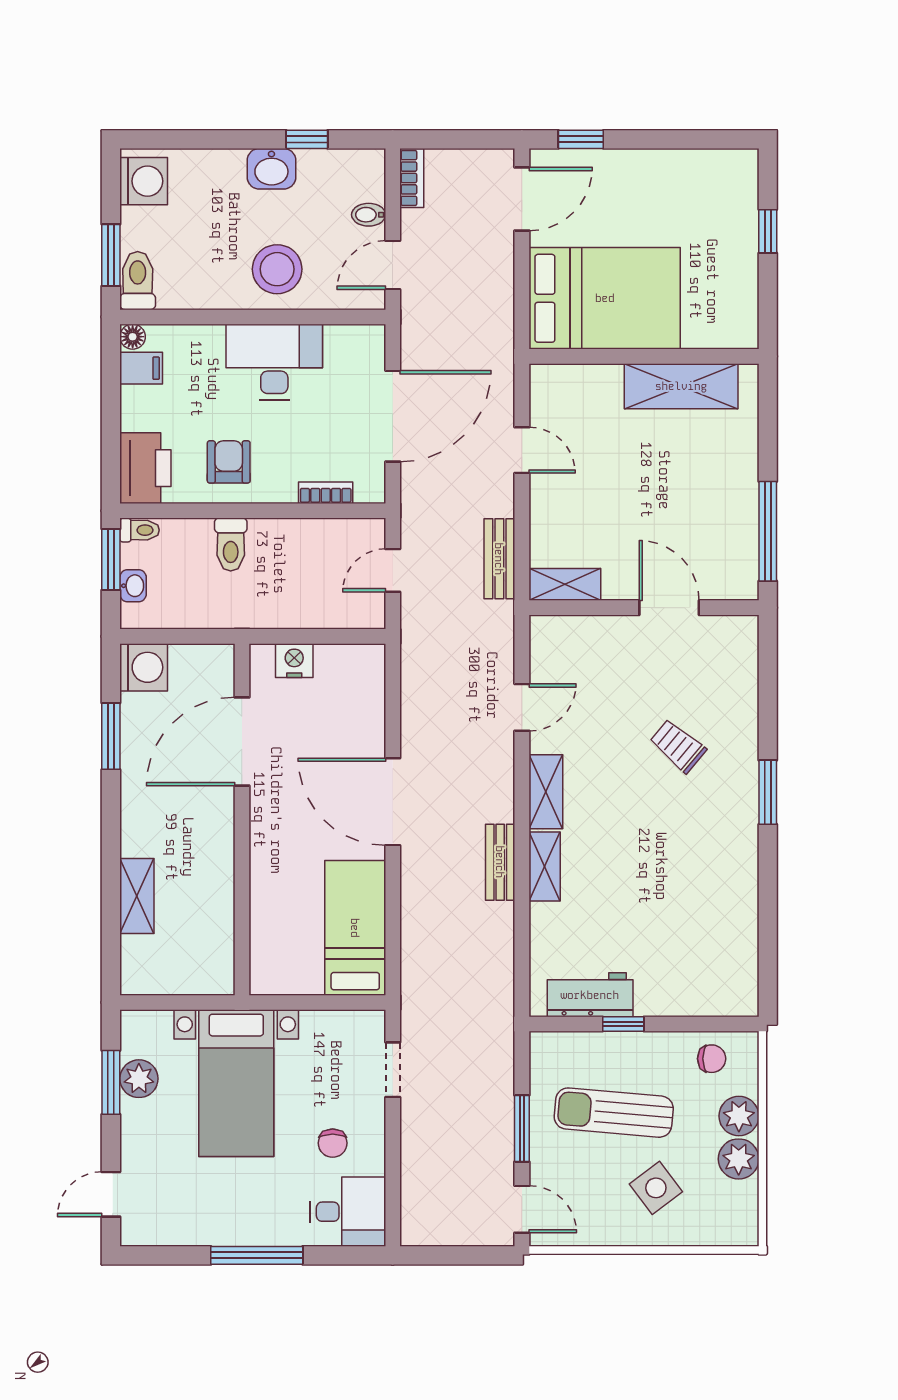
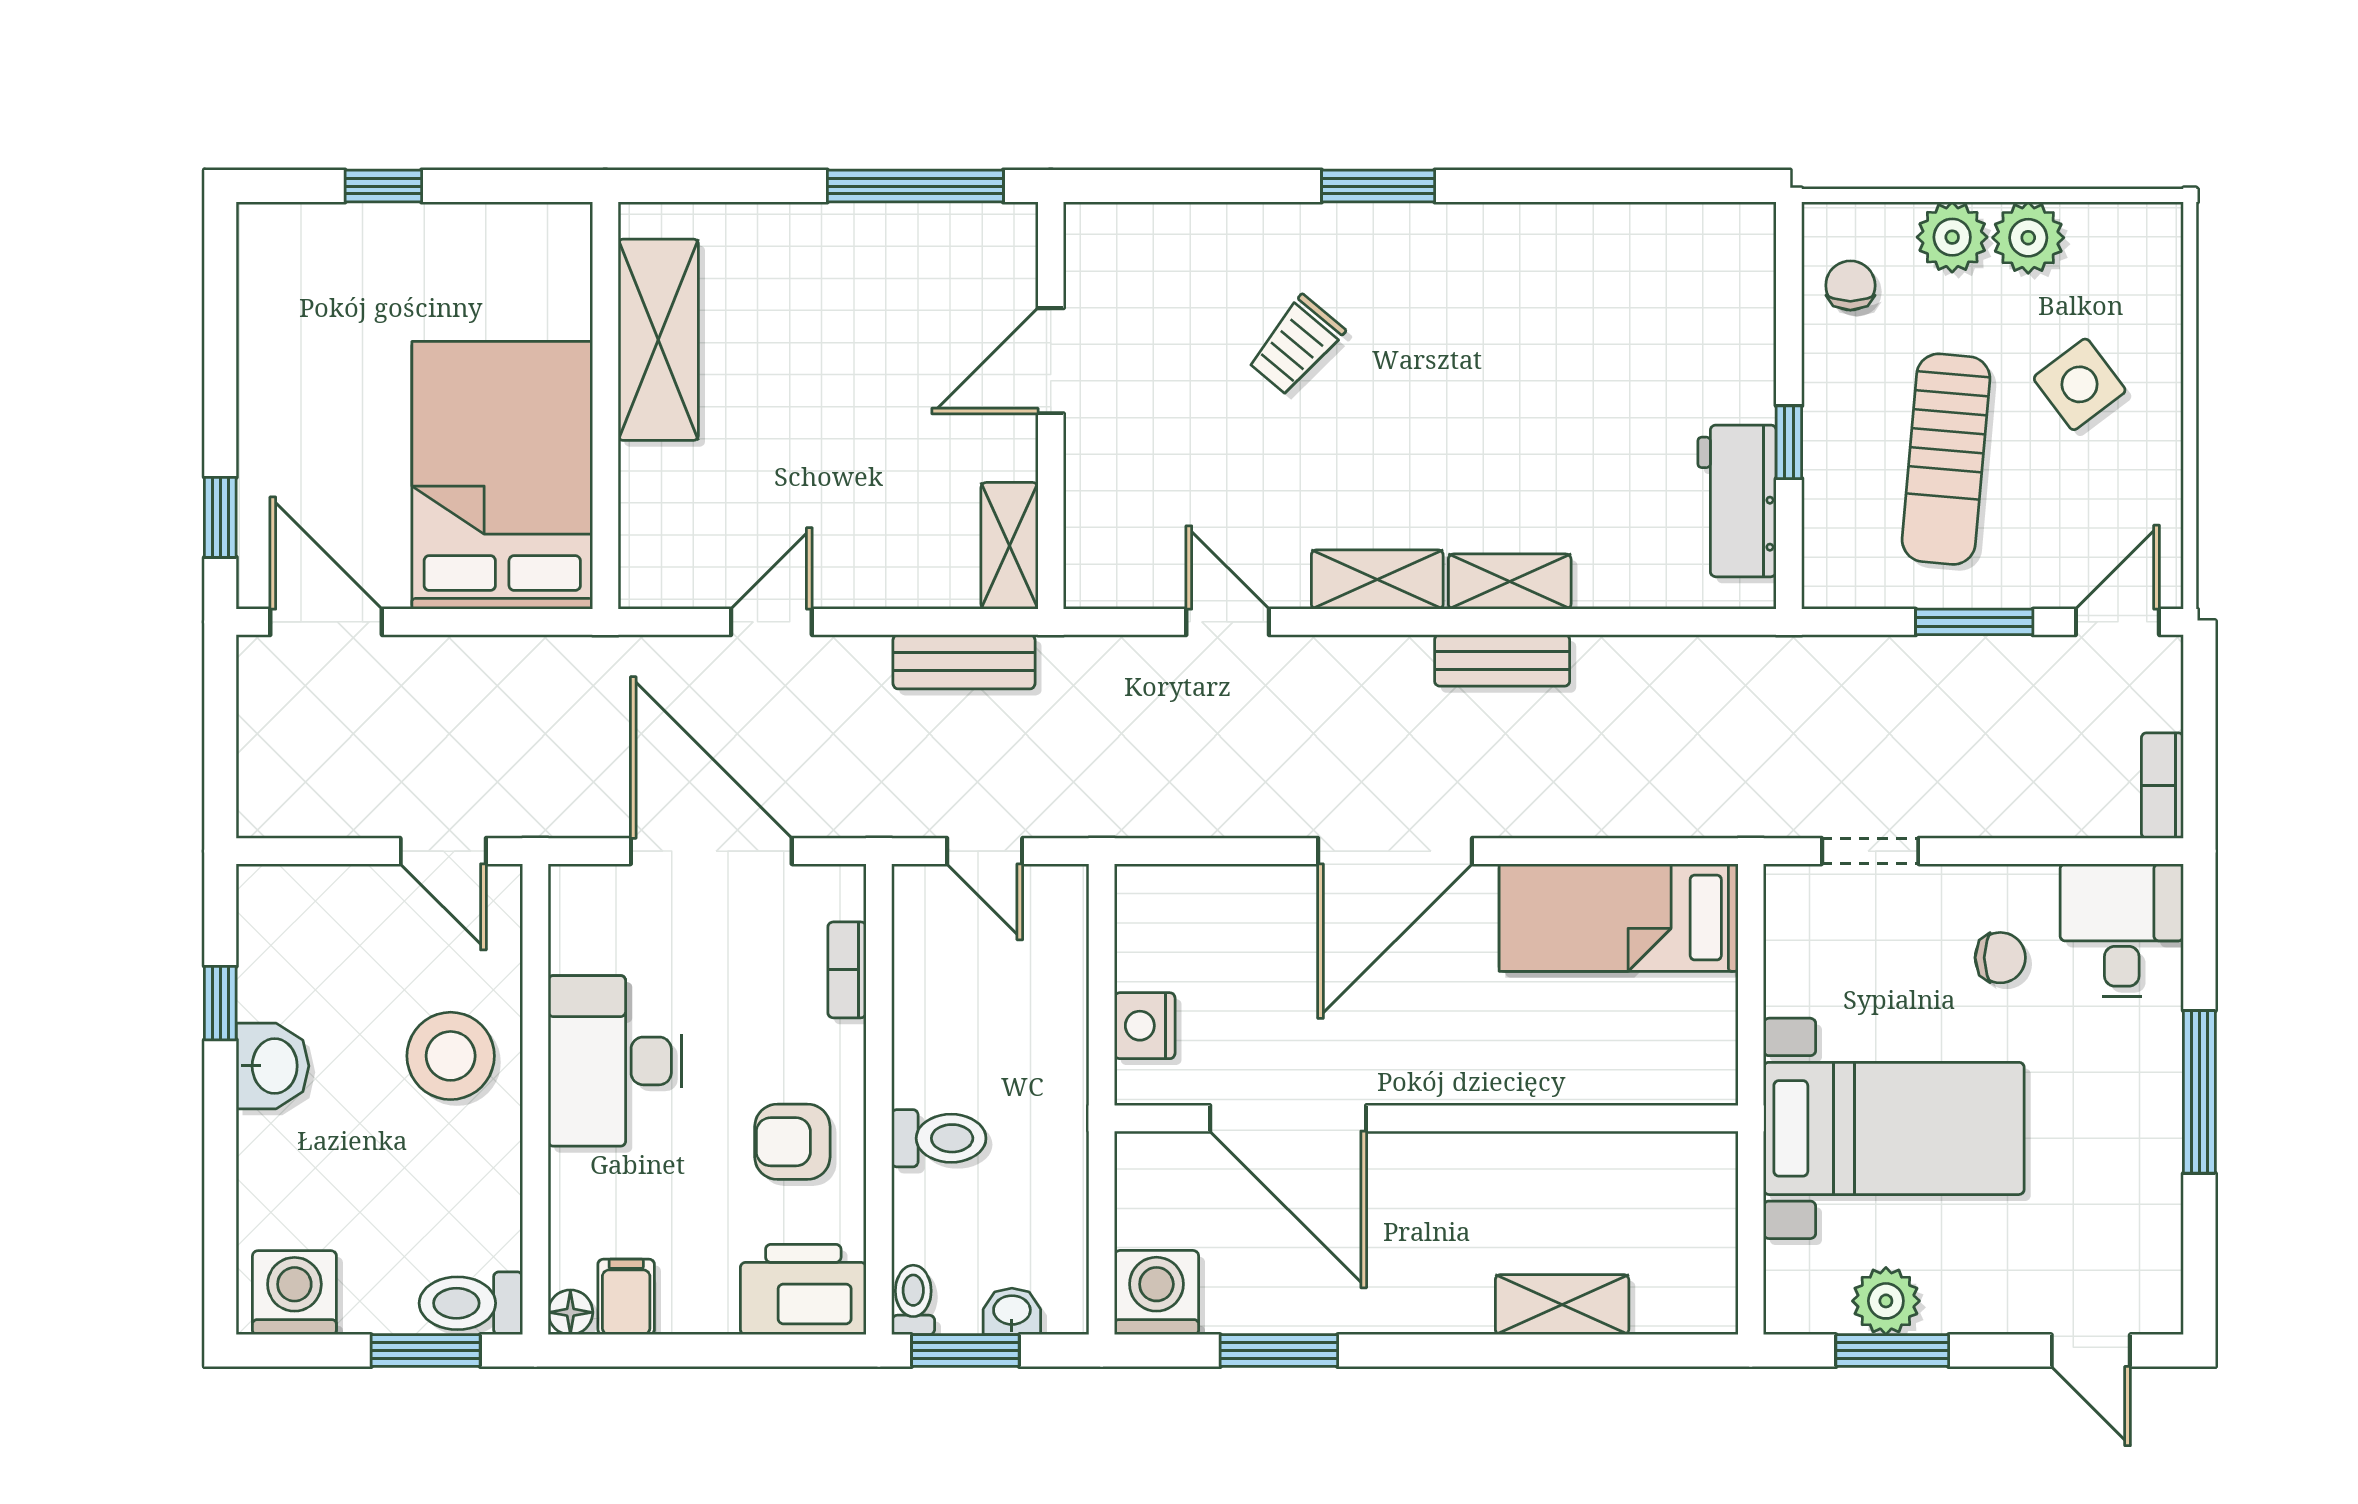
bookcase: (412, 178) -> (2162, 786), moved, turned -90
bidet: (369, 215) -> (354, 894), removed

